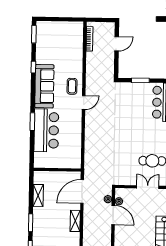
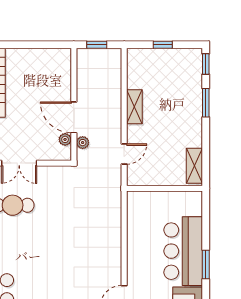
door: (82, 192) -> (124, 154), width x0.53
shelving: (38, 195) -> (194, 166), moved

